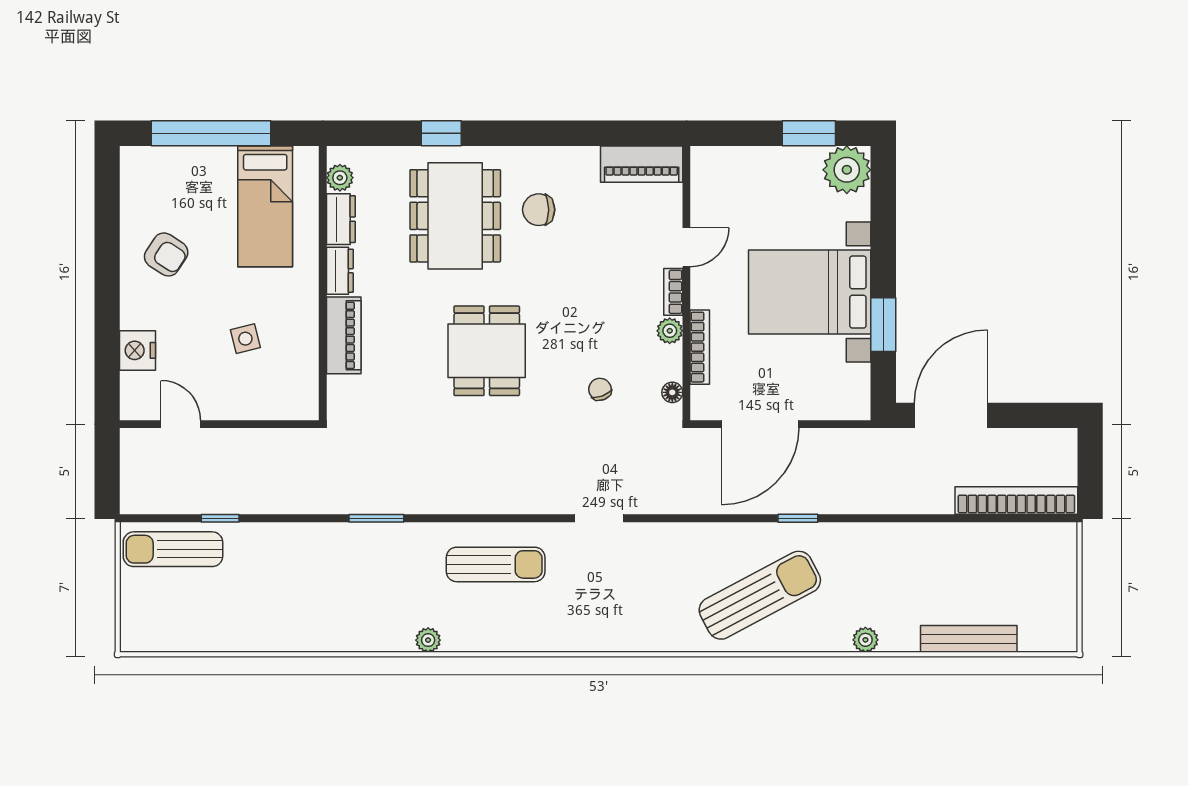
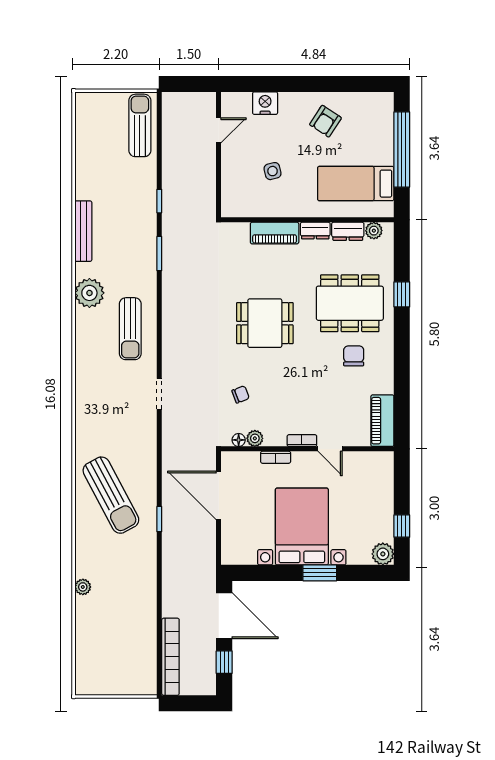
window: (809, 133) -> (402, 526), width x0.67
plant: (847, 170) -> (383, 554), width x0.73, depth x0.73
window: (883, 325) -> (320, 573), moved
plant: (670, 331) -> (255, 438), moved
bookcase: (700, 347) -> (276, 457), width x0.64
window: (1025, 415) -> (224, 662), added
window: (220, 518) -> (159, 201), moved
bench: (969, 639) -> (83, 231), moved
plant: (428, 640) -> (89, 293), width x1.87, depth x1.87
plant: (865, 640) -> (83, 587), moved

